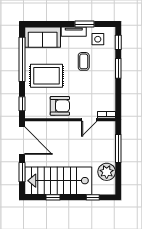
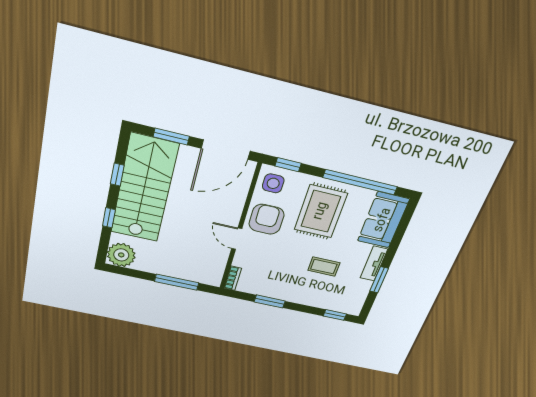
side table: (98, 39) -> (273, 183), moved
window: (118, 68) -> (270, 301), moved
armchair: (60, 106) -> (266, 219), turned 180
door: (89, 120) -> (237, 239), moved
plant: (107, 172) -> (121, 255), moved
window: (93, 197) -> (109, 218), moved

